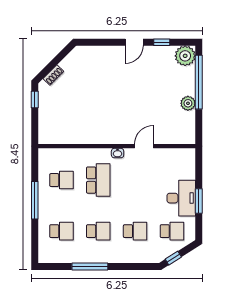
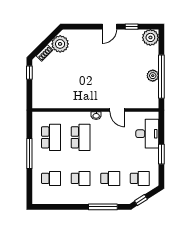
plant: (73, 64) -> (60, 44), added
window: (199, 82) -> (161, 77), moved
door: (144, 146) -> (117, 110), swing flipped
school desk: (61, 180) -> (51, 137), width x1.85
desk: (181, 198) -> (147, 134), moved
window: (90, 266) -> (103, 207), moved

